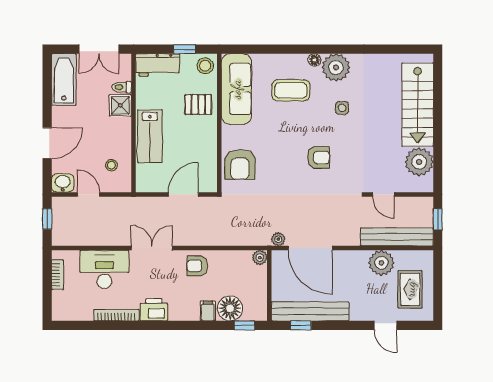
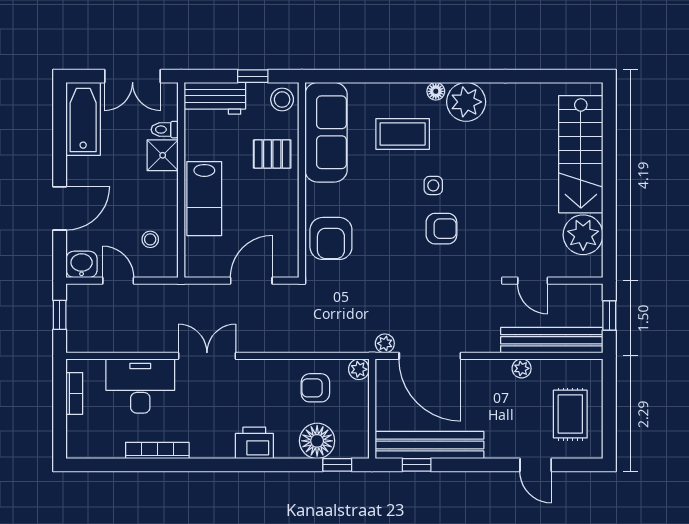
side table: (342, 108) -> (433, 185), moved
plant: (381, 263) -> (522, 368), width x0.53, depth x0.53
armchair: (197, 266) -> (315, 388), moved
printer: (154, 310) -> (254, 443), moved
filing cabinet: (208, 311) -> (286, 444), removed

